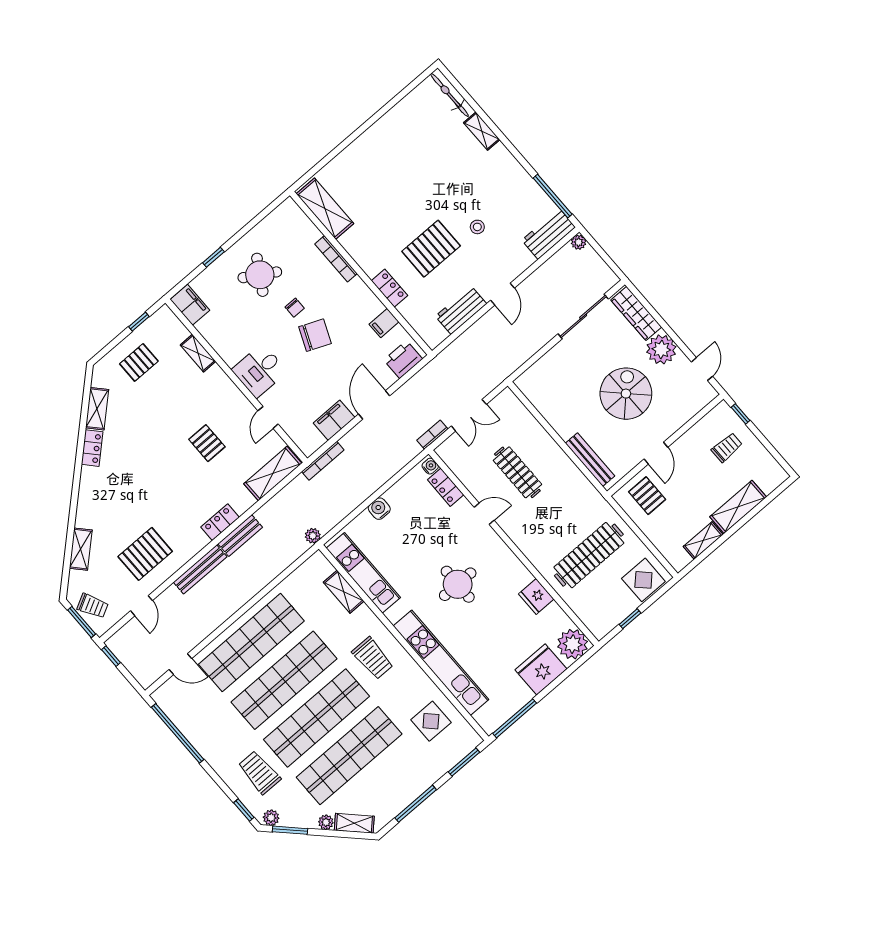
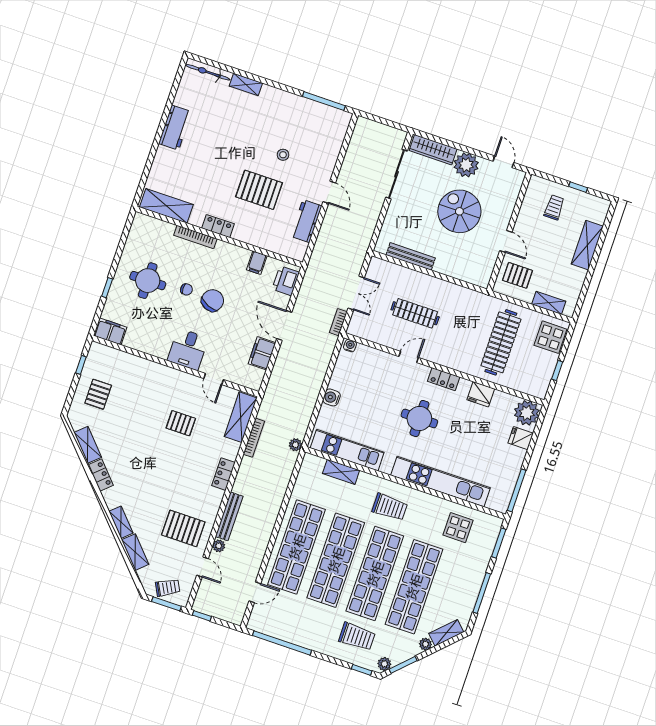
workbench: (548, 234) -> (175, 128), moved, turned 180
plant: (579, 242) -> (219, 546), moved
pallet: (431, 249) -> (259, 190), turned 90
round table: (260, 275) -> (148, 281), turned -31
locker: (389, 288) -> (218, 226), moved
shelving: (198, 353) -> (121, 522), moved, turned 47
window: (741, 414) -> (578, 187), moved
bench: (590, 460) -> (411, 256), moved
bookcase: (323, 461) -> (254, 438), moved
locker: (446, 487) -> (444, 379), moved
bench: (240, 536) -> (243, 475), removed
shelving: (703, 540) -> (549, 303), moved, turned 90
pallet: (145, 554) -> (183, 528), turned 90
fridge: (541, 669) -> (521, 438), width x0.53, depth x0.75
trolley: (259, 772) -> (357, 637), turned 180

